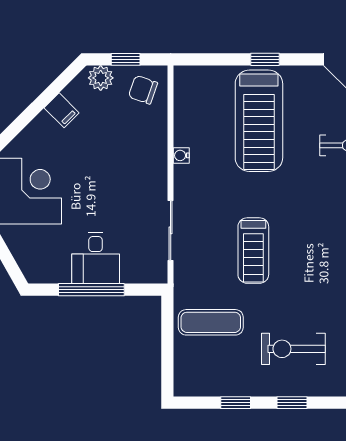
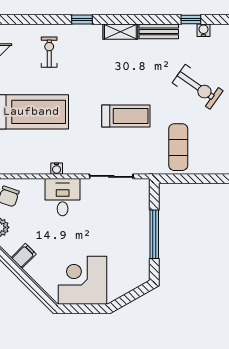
desk: (96, 258) -> (63, 197), moved, turned -90
exercise bike: (293, 349) -> (198, 87), turned -55

